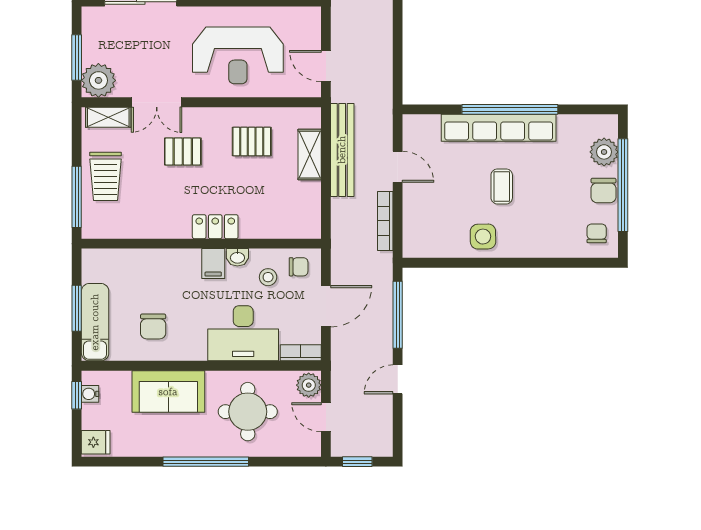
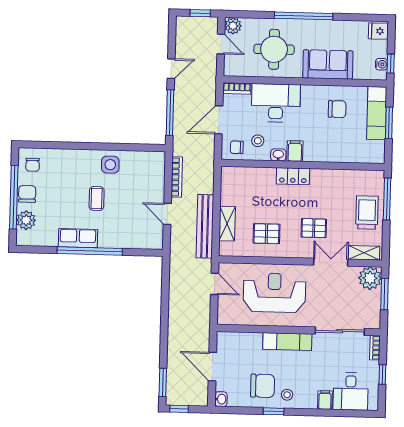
row of seats: (499, 128) -> (78, 238), width x0.50
chair: (153, 326) -> (337, 109), turned 90
plant: (309, 385) -> (233, 26), moved

